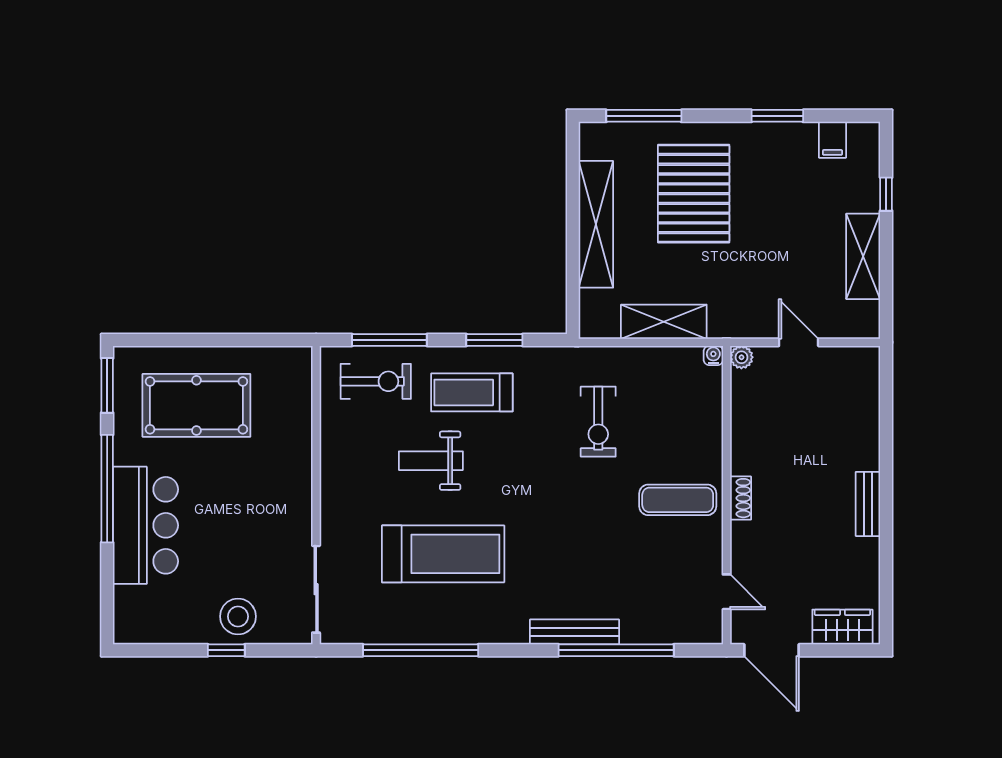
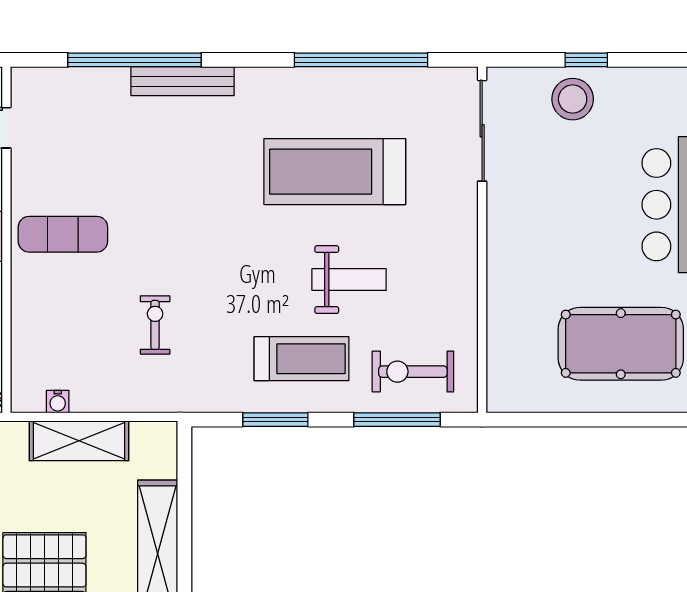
water cooler: (713, 355) -> (58, 402), moved
exercise bike: (598, 422) -> (155, 325), width x0.73, depth x0.72

